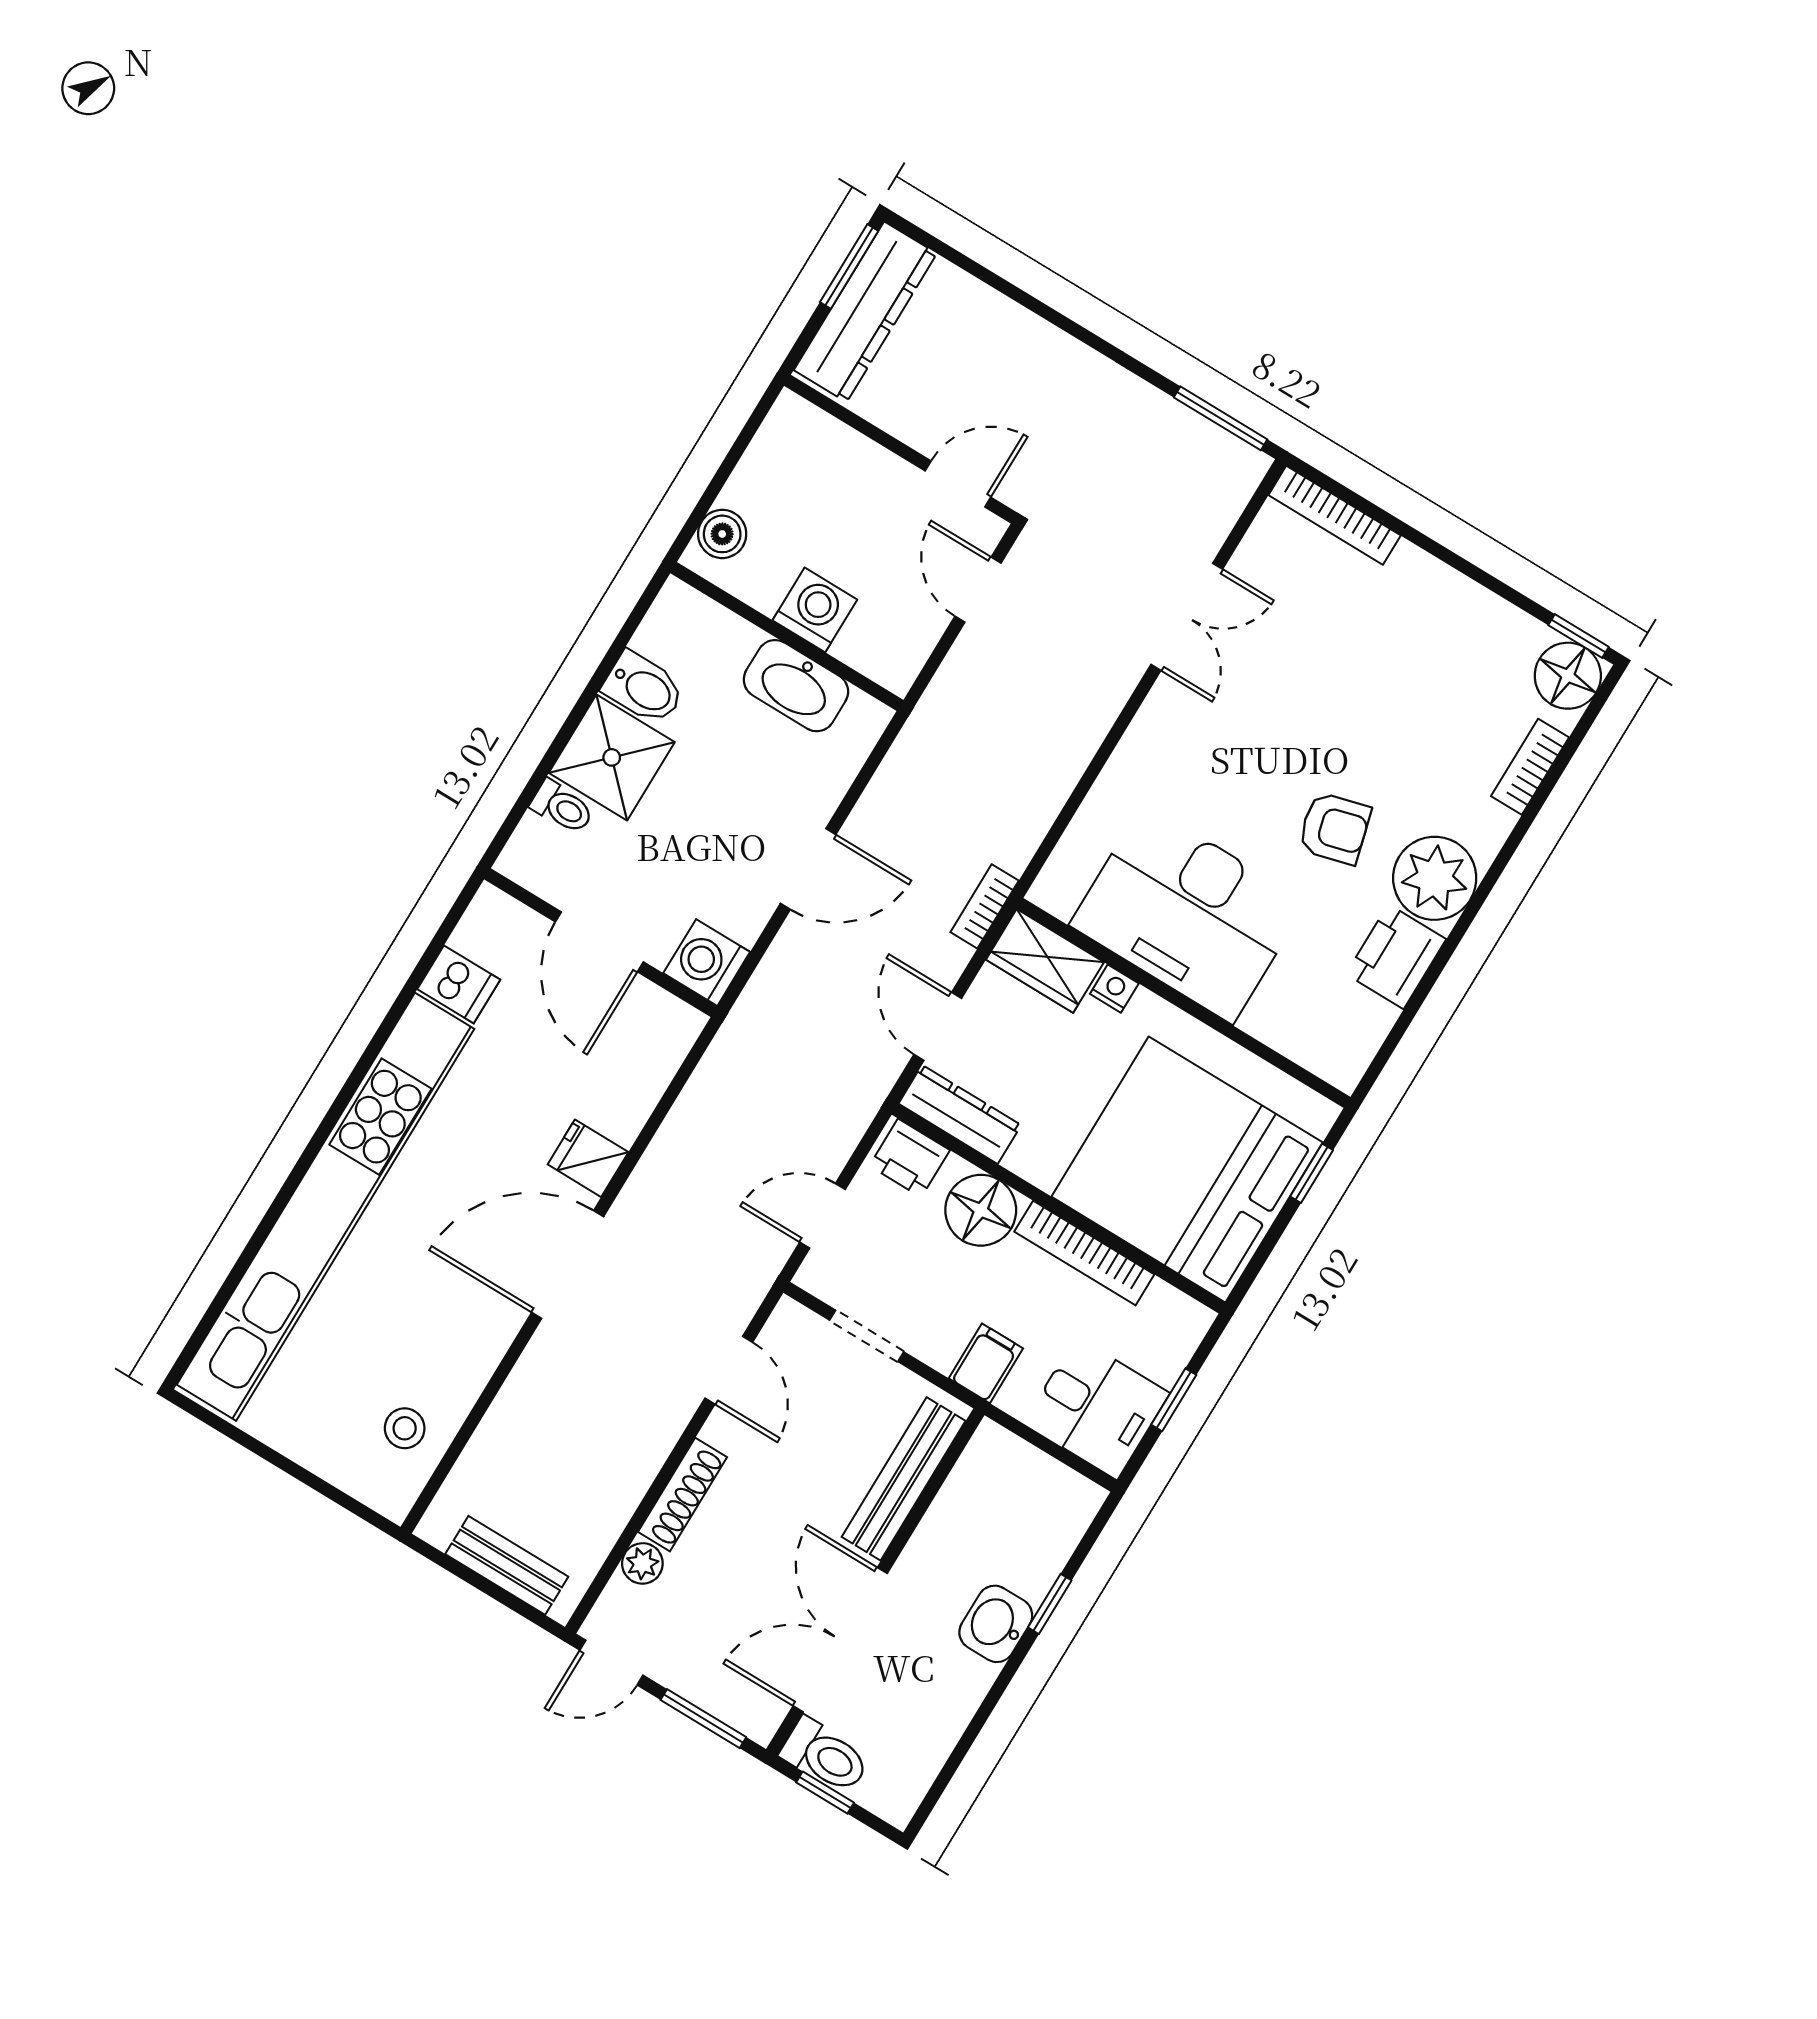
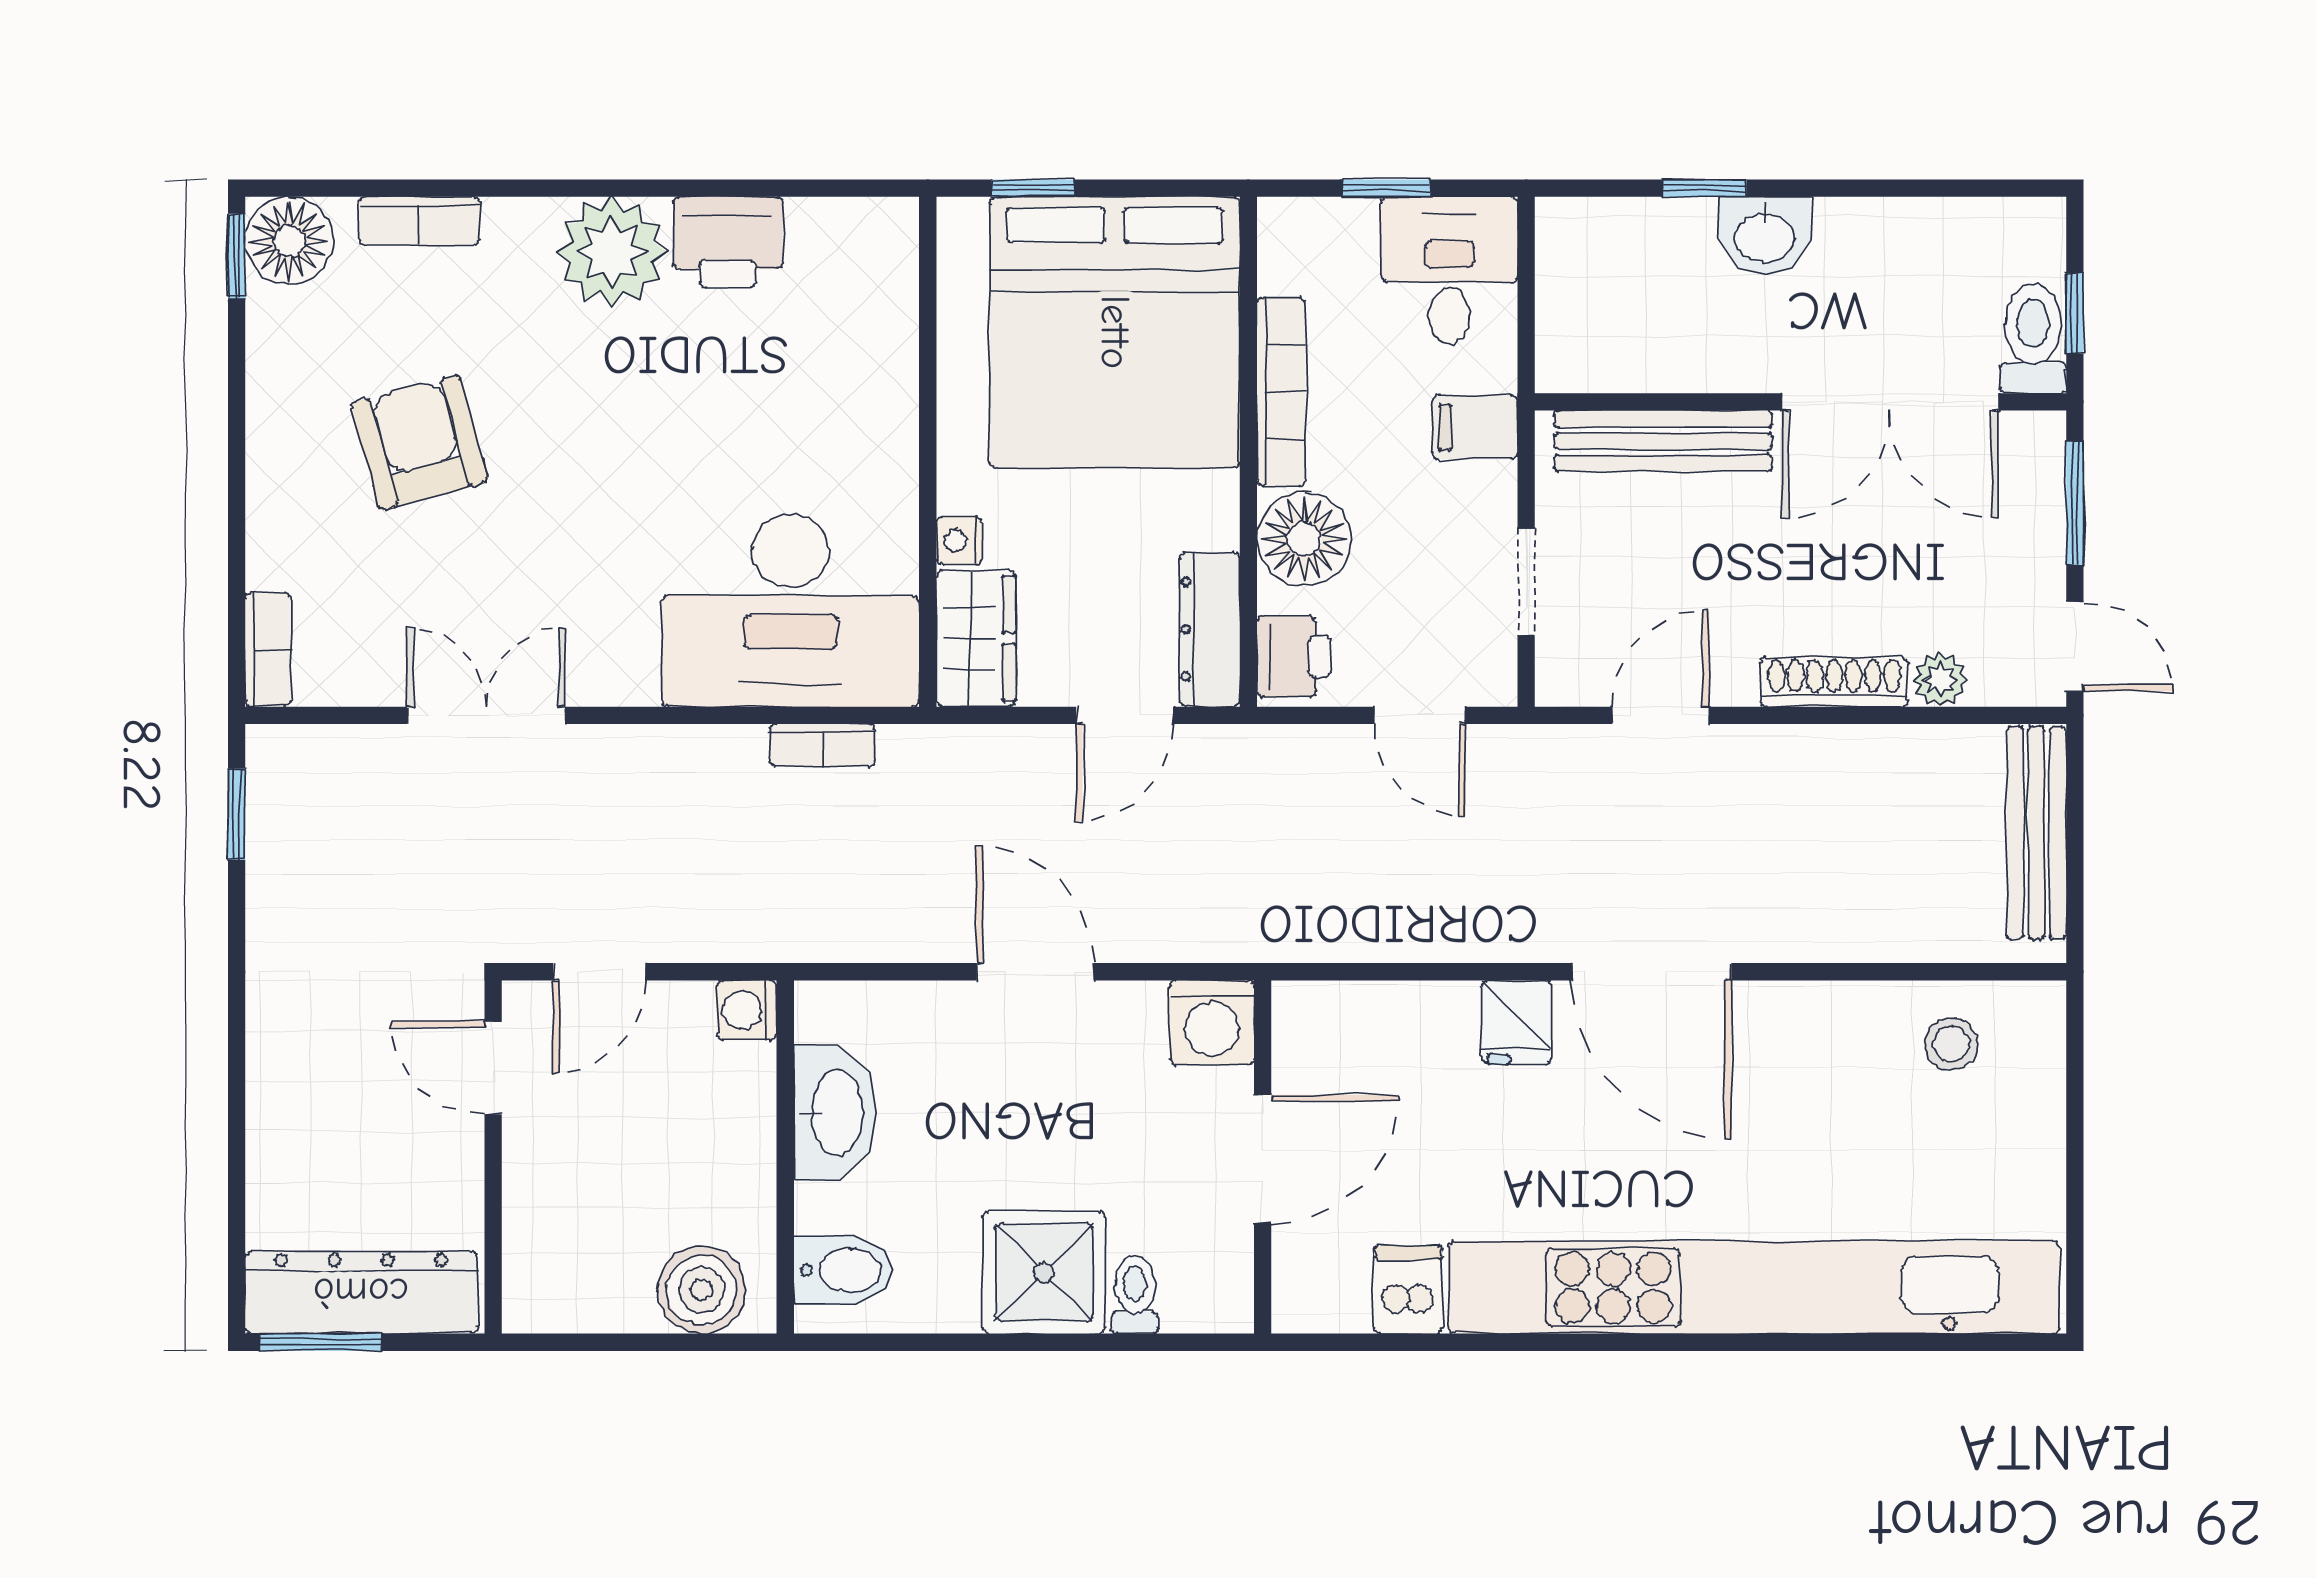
window: (1221, 418) -> (237, 814), width x0.67
bookcase: (1335, 515) -> (268, 650), width x0.64
boiler: (722, 534) -> (701, 1290), width x1.36, depth x1.36
washing machine: (815, 610) -> (747, 1010), moved, width x0.73, depth x0.73
bidet: (644, 688) -> (843, 1270), moved, turned 90
armchair: (1334, 828) -> (419, 442), moved, width x1.38, depth x1.38
bookcase: (985, 906) -> (822, 745), moved
desk: (1188, 914) -> (791, 611), moved, turned 90
bench: (507, 1565) -> (2036, 833), width x1.36

